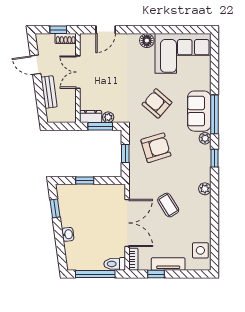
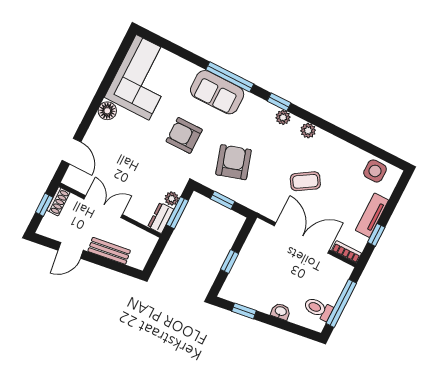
double door: (78, 72) -> (103, 207), swing flipped
armchair: (157, 103) -> (184, 135), turned 49
plant: (205, 138) -> (283, 117), moved
toilet: (115, 264) -> (318, 309), moved, turned 90

